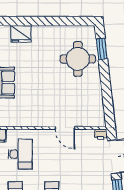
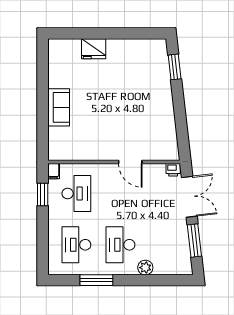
fridge: (21, 34) -> (94, 49), moved
round table: (78, 59) -> (146, 79), removed

